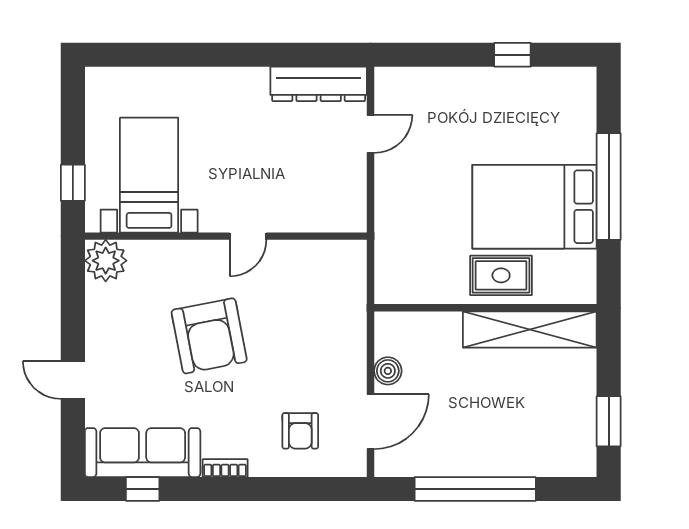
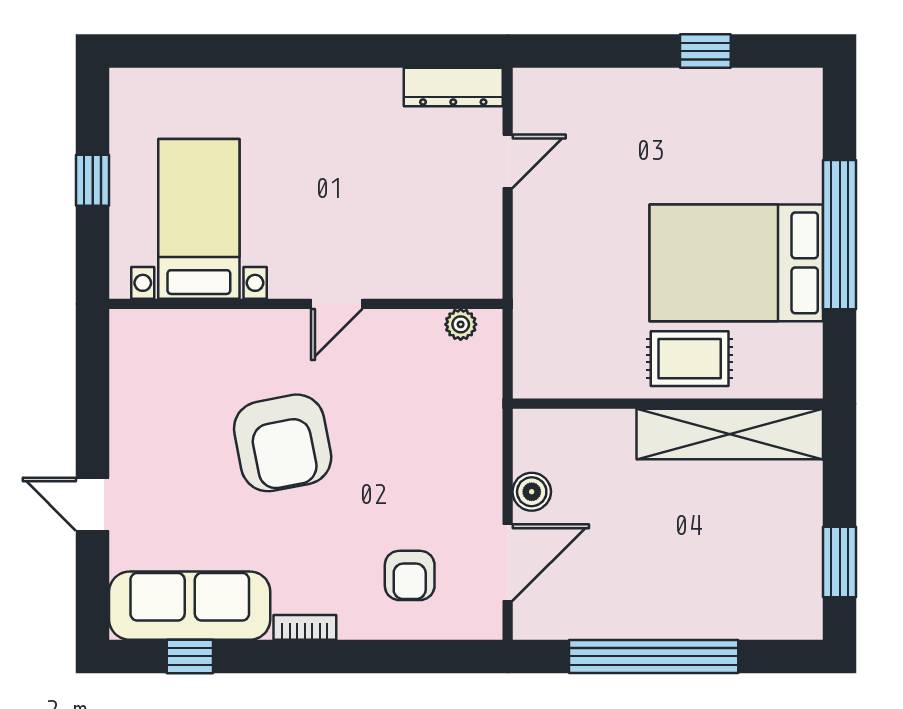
dresser: (319, 84) -> (453, 87), width x0.73, depth x0.80
window: (73, 183) -> (93, 180), moved
plant: (106, 261) -> (461, 324), moved, width x0.53, depth x0.53

